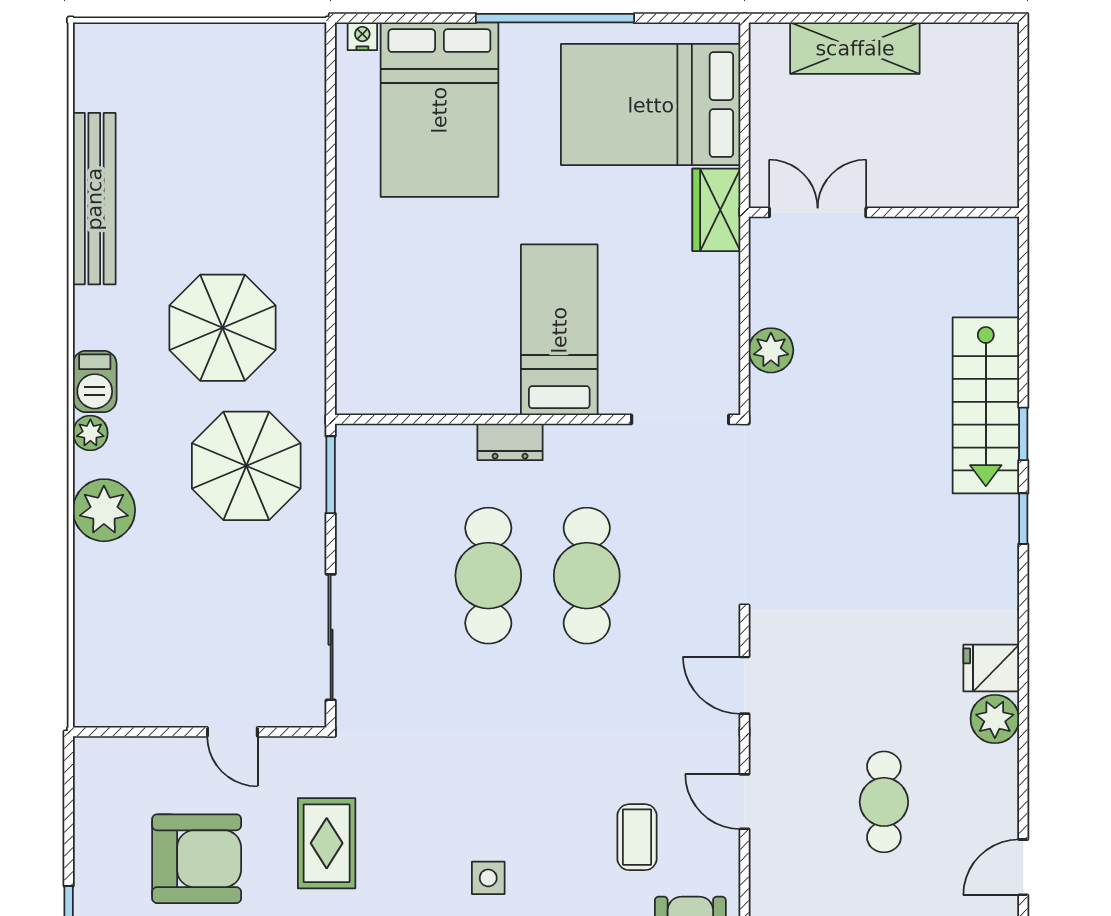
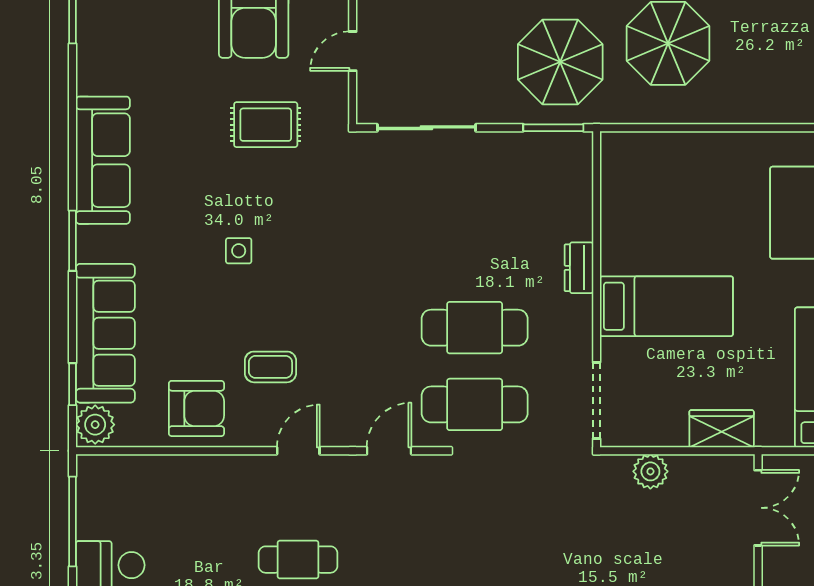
wardrobe: (716, 210) -> (722, 429), moved
cafe table: (488, 576) -> (475, 404), moved

